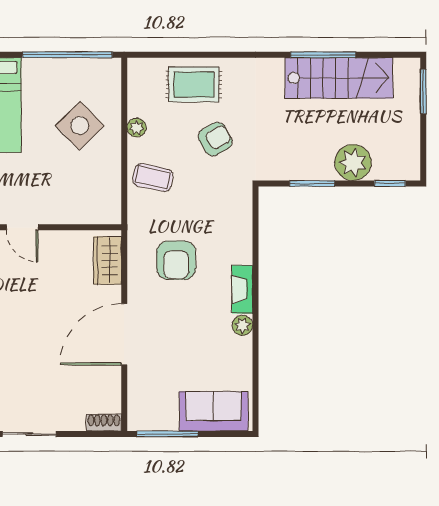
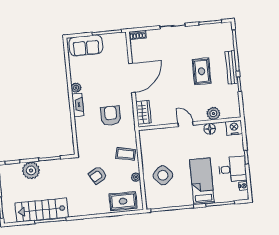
rug: (194, 85) -> (123, 201), moved

